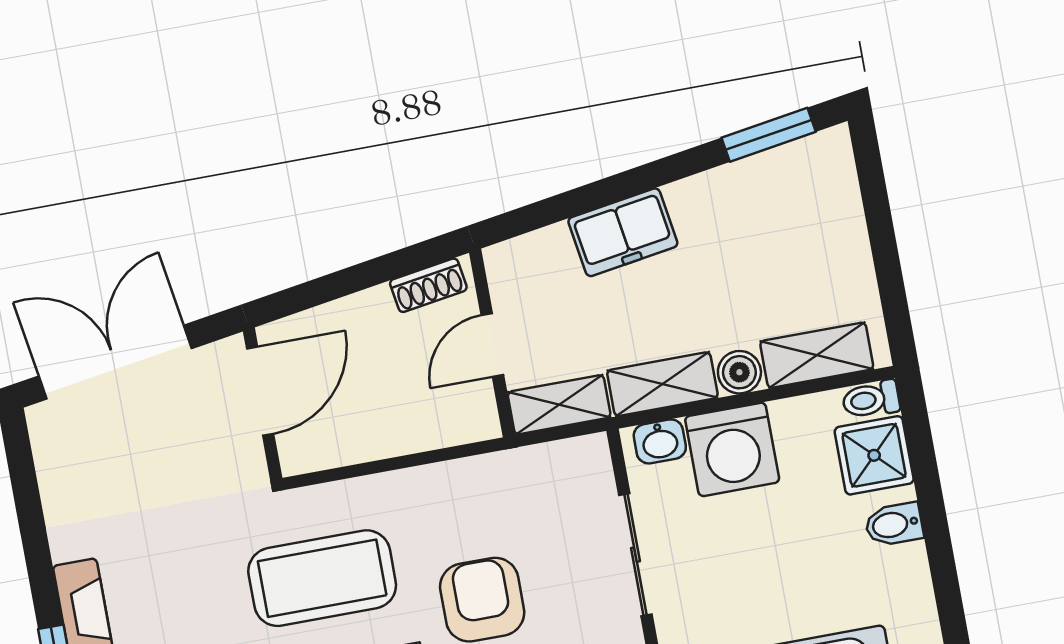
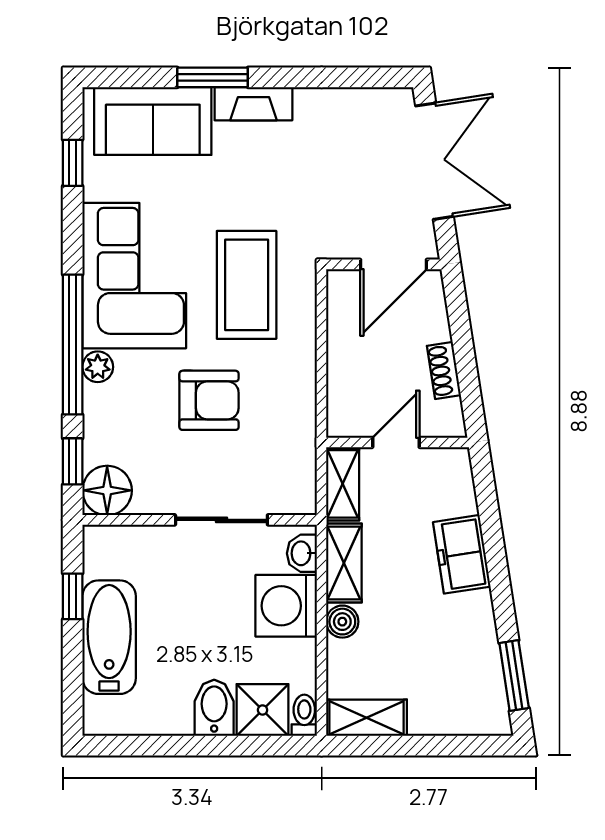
shoe rack: (428, 285) -> (444, 370), moved
door: (492, 345) -> (396, 442), hinge flipped
shelving: (817, 355) -> (367, 718), moved, turned 90
door: (260, 391) -> (394, 264), hinge flipped
bidet: (894, 524) -> (214, 708), width x1.38, depth x1.36

